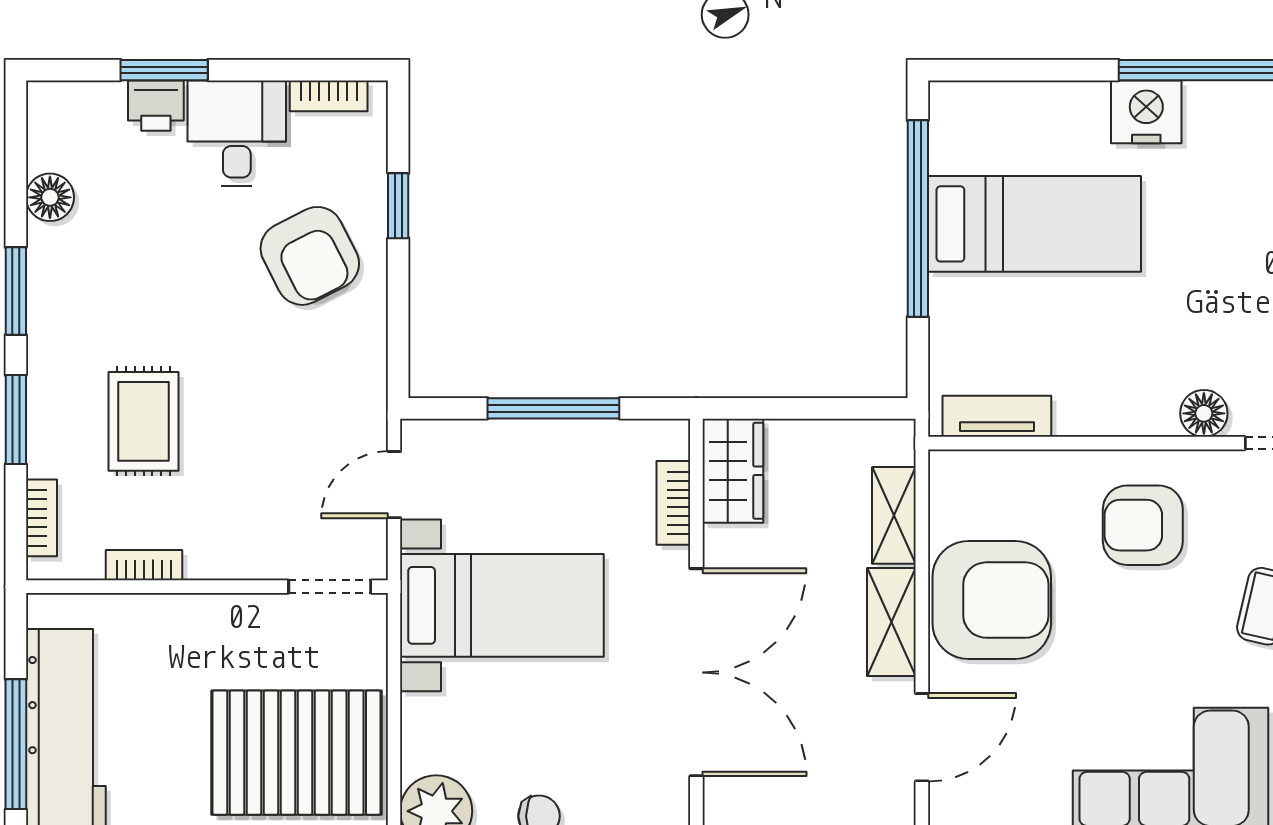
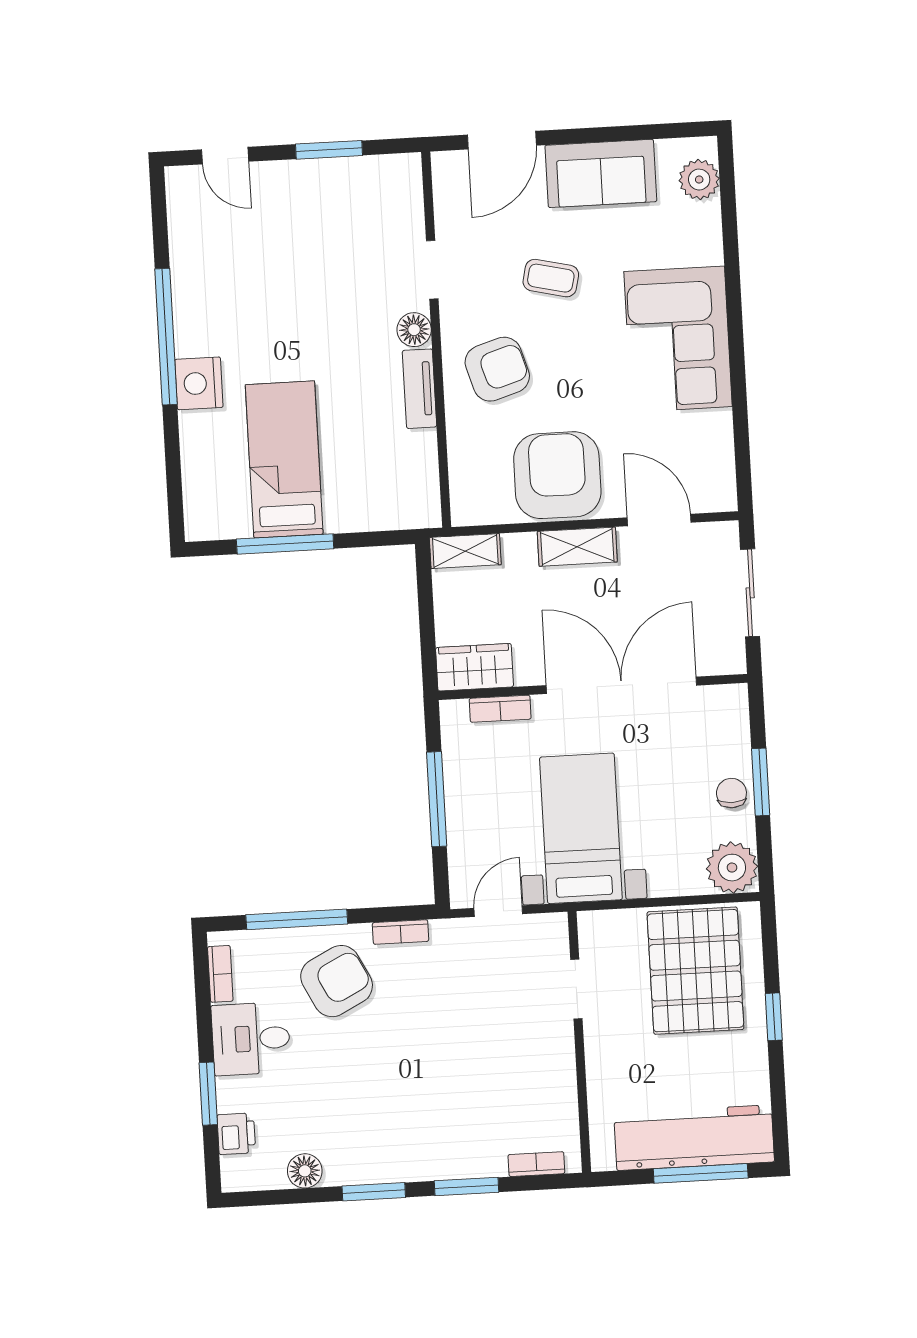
printer: (156, 106) -> (236, 1134), moved
window: (398, 206) -> (297, 919), width x2.17
window: (918, 219) -> (285, 544), width x0.68
tv unit: (997, 416) -> (419, 389), moved
rug: (144, 421) -> (463, 1094), removed
door: (394, 485) -> (498, 911), swing flipped
shelving: (894, 515) -> (465, 551), moved
armchair: (1143, 525) -> (497, 369), turned -107
bookcase: (144, 565) -> (401, 932), moved, turned -90
doorway: (330, 587) -> (576, 989), moved

